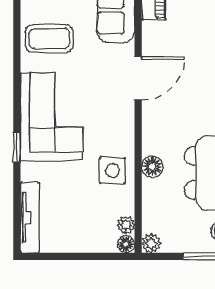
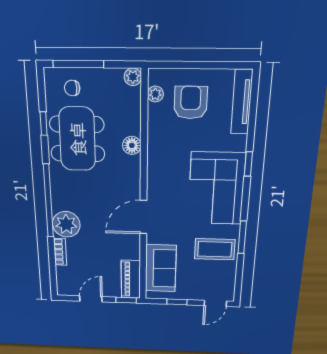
window: (17, 55) -> (242, 237), added
side table: (112, 171) -> (166, 143), removed
armchair: (86, 216) -> (191, 103), added
floor lamp: (126, 244) -> (155, 76), removed

